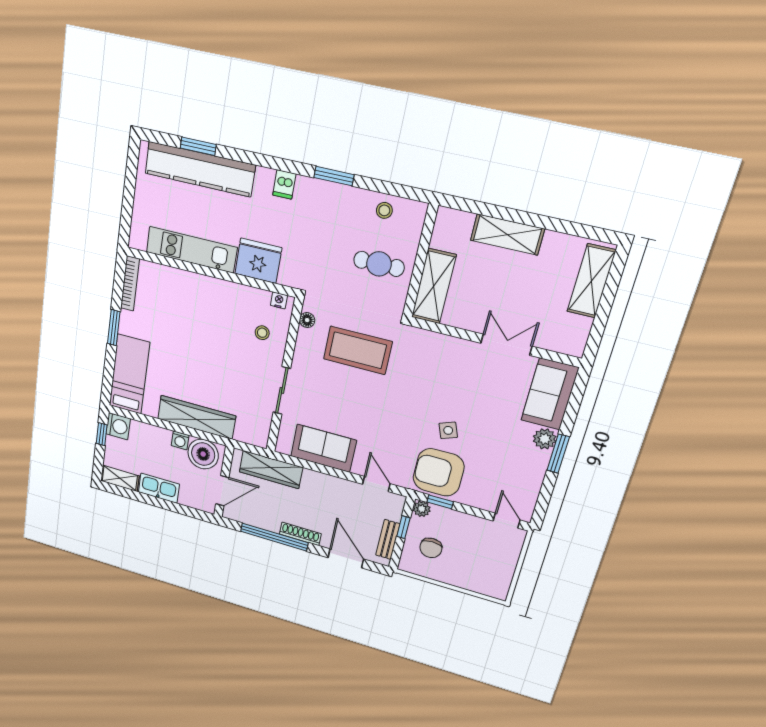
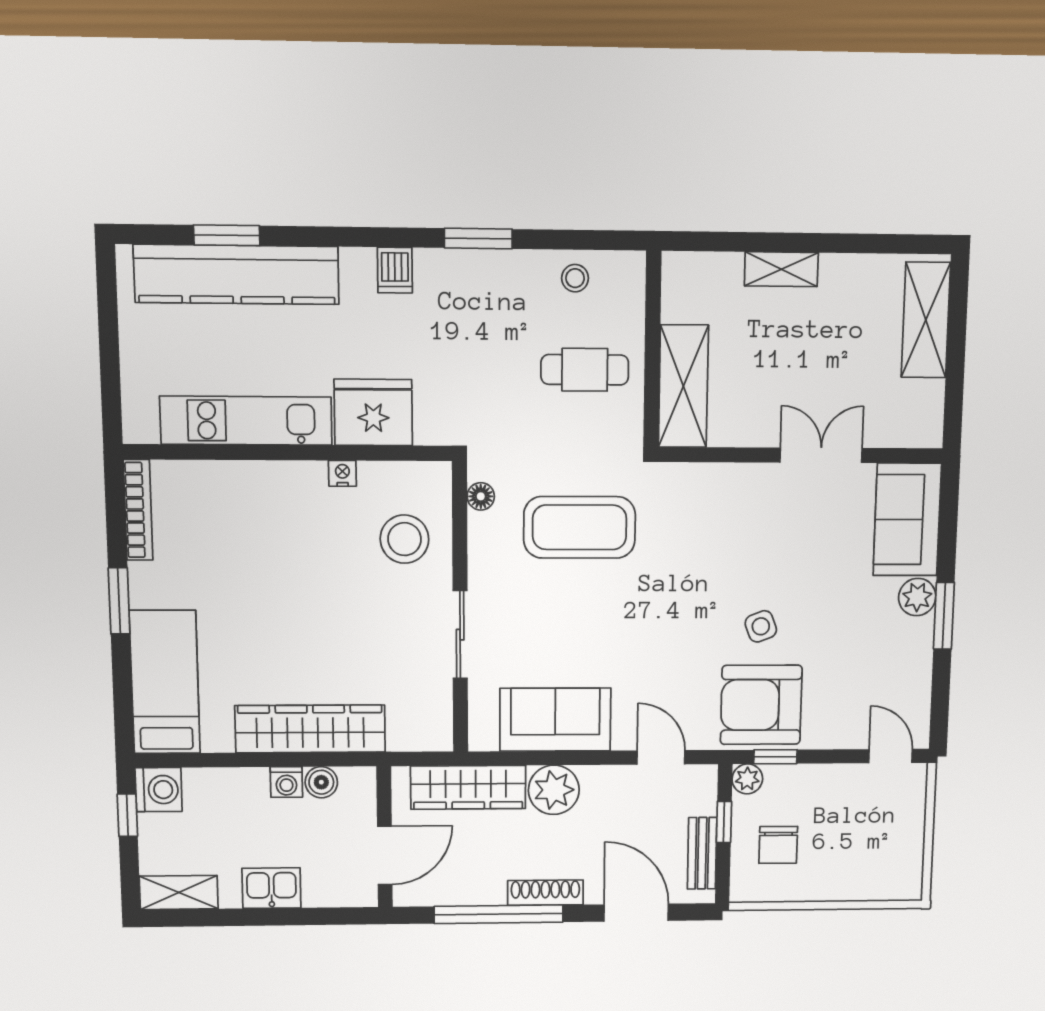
shelving: (507, 235) -> (781, 269), width x0.67, depth x0.75
nightstand: (279, 300) -> (342, 473), moved
stool: (262, 333) -> (405, 539), width x1.89, depth x1.89
boiler: (203, 454) -> (321, 782), width x0.54, depth x0.54
plant: (315, 484) -> (554, 790), added
kitchen sink: (159, 488) -> (271, 888), width x0.73

